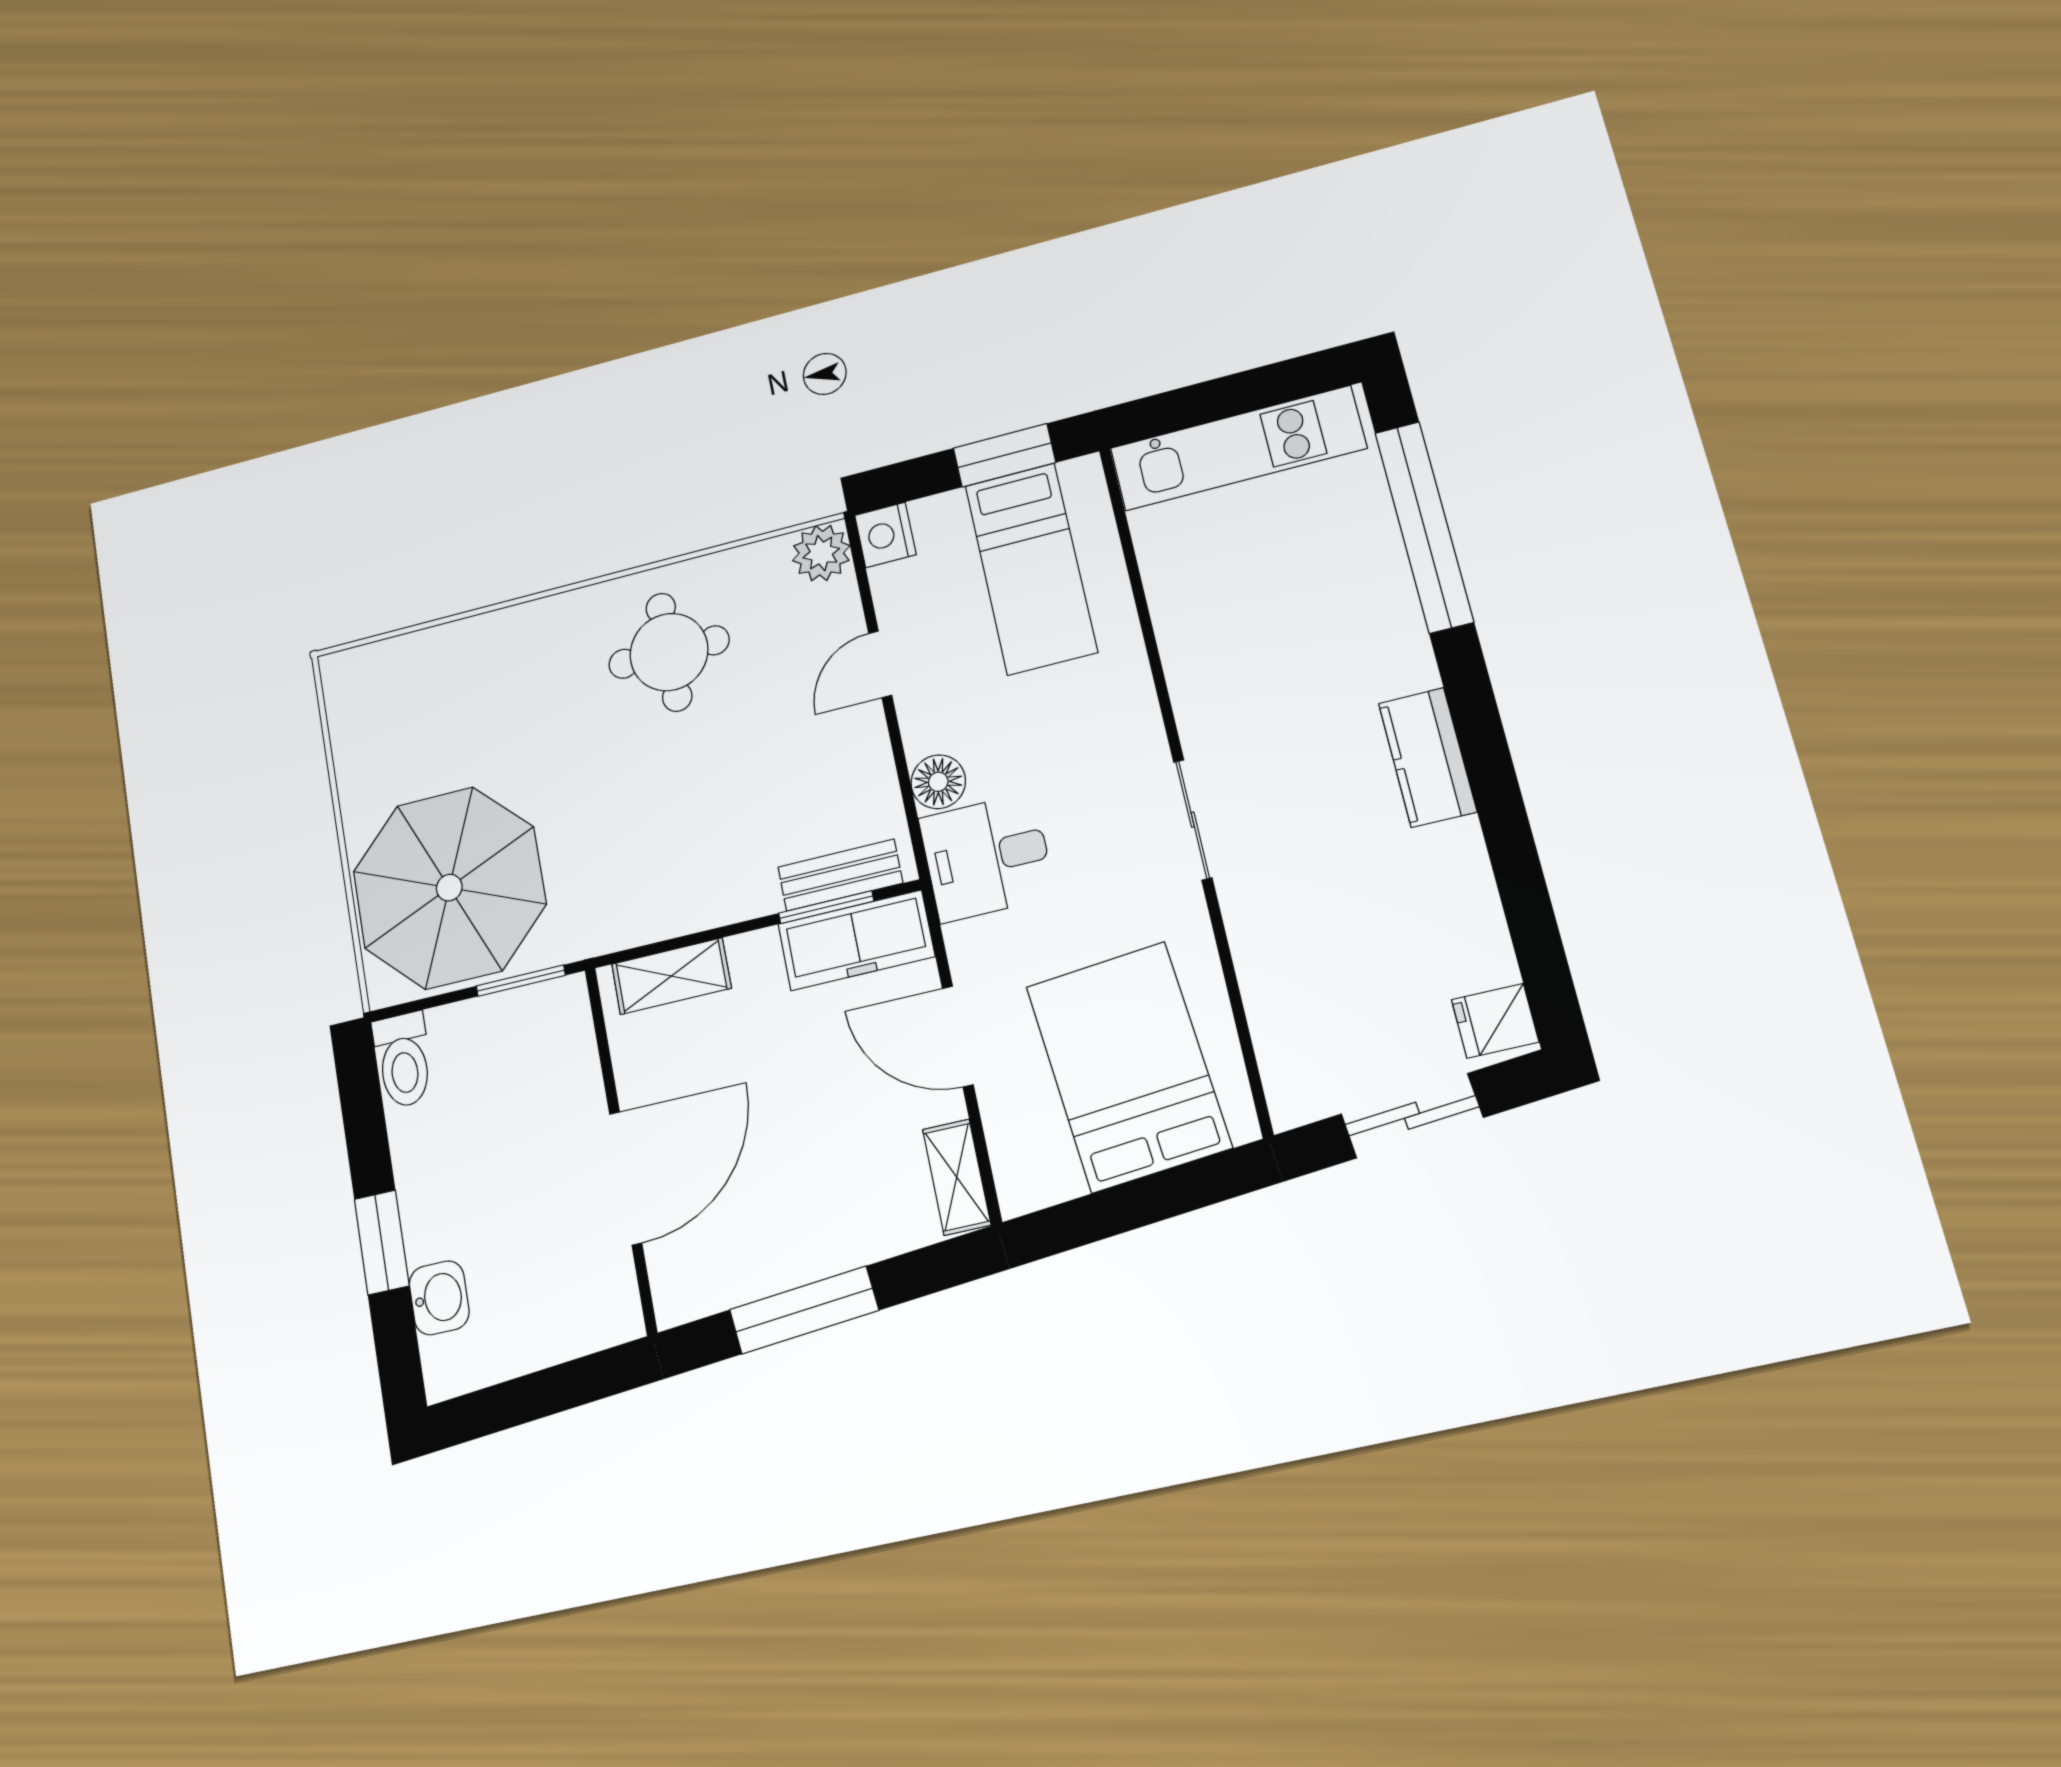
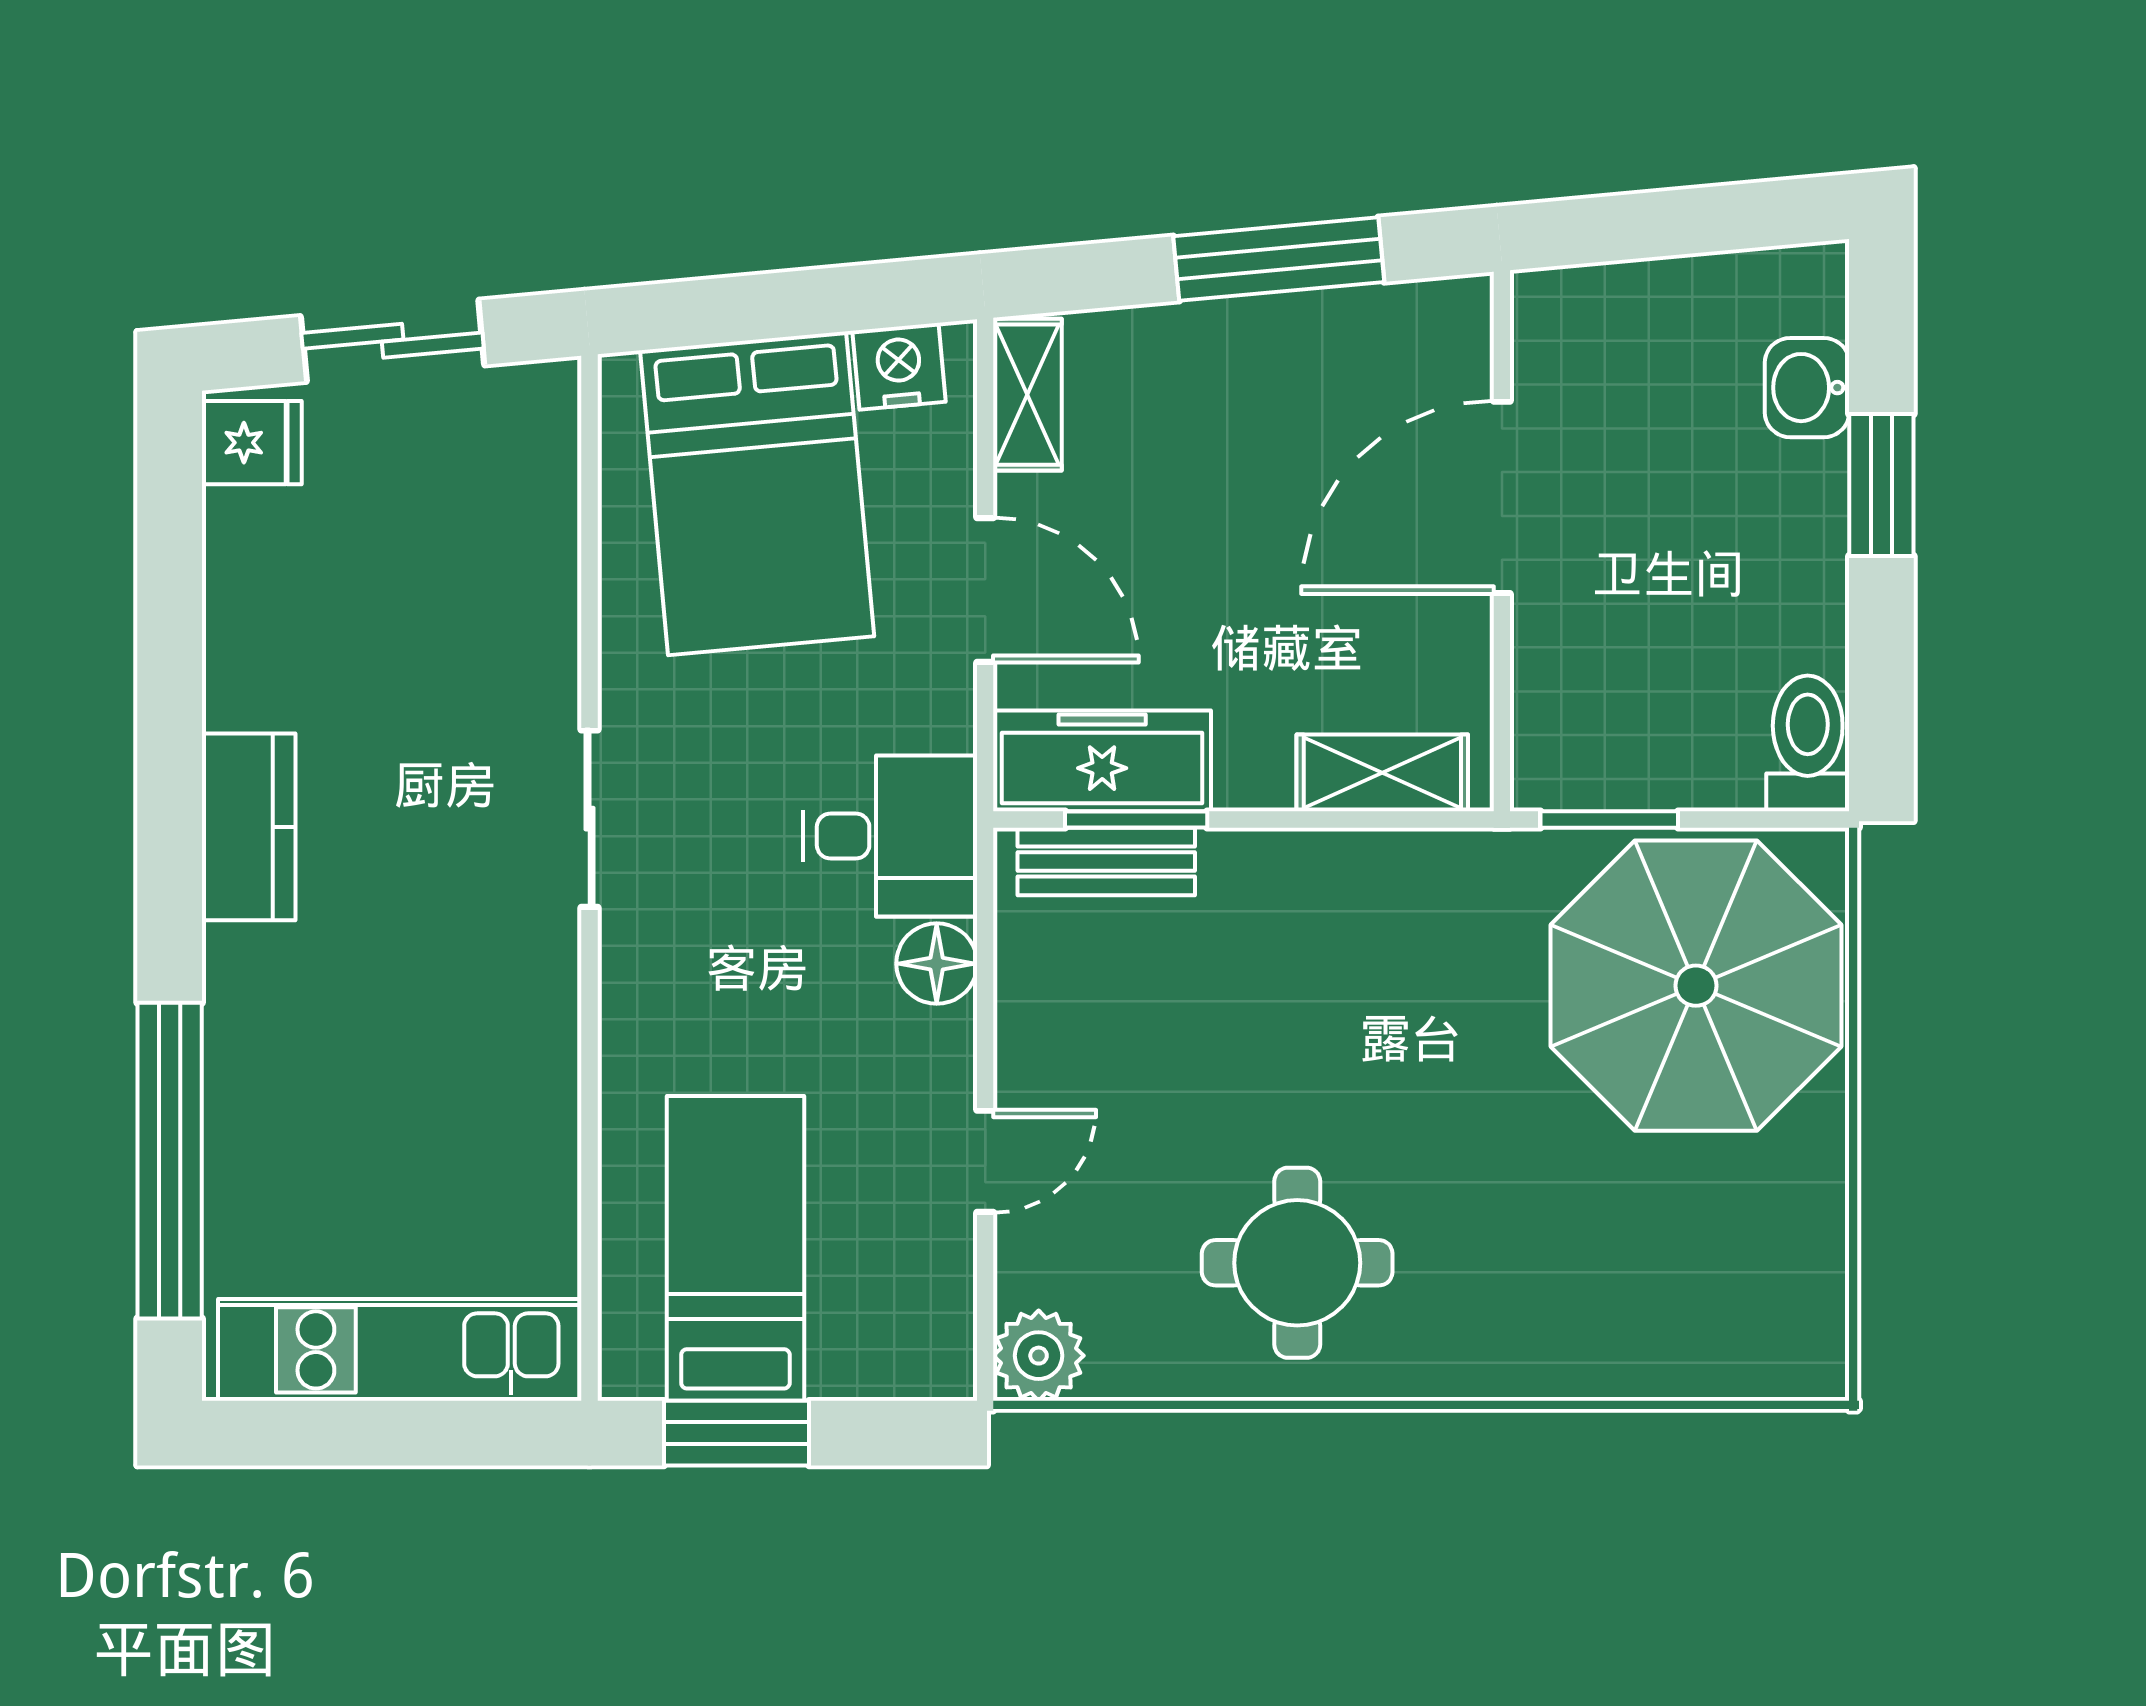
nightstand: (885, 535) -> (899, 366), moved, turned -95

